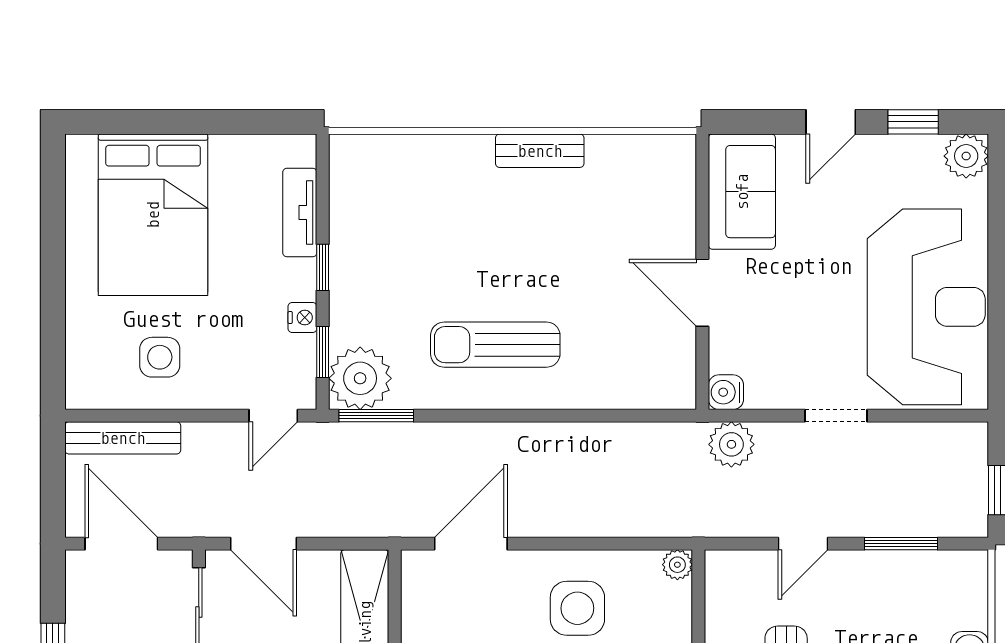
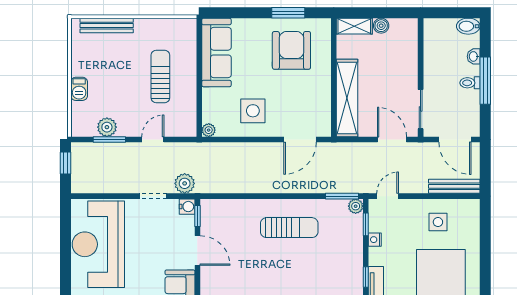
window: (323, 267) -> (366, 277), moved
window: (702, 371) -> (197, 216), added
plant: (360, 378) -> (356, 206), width x0.53, depth x0.53
doorway: (836, 416) -> (153, 196), moved
plant: (907, 571) -> (107, 127), added

